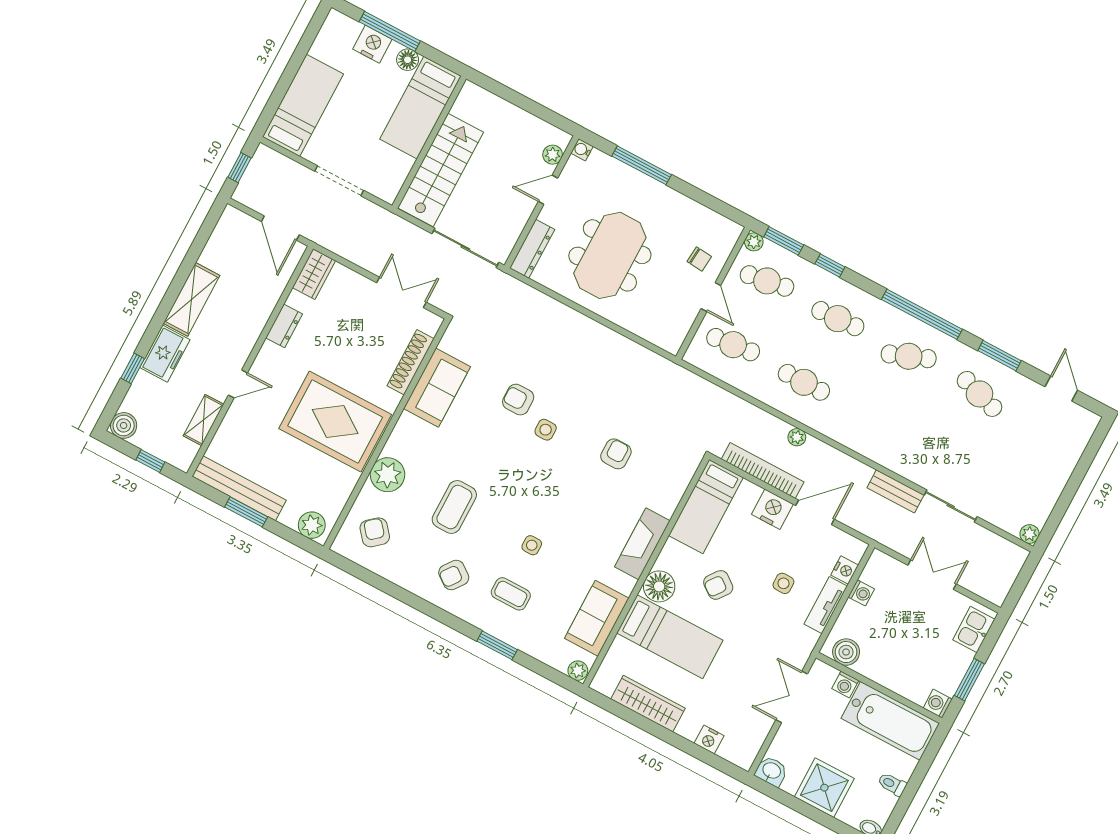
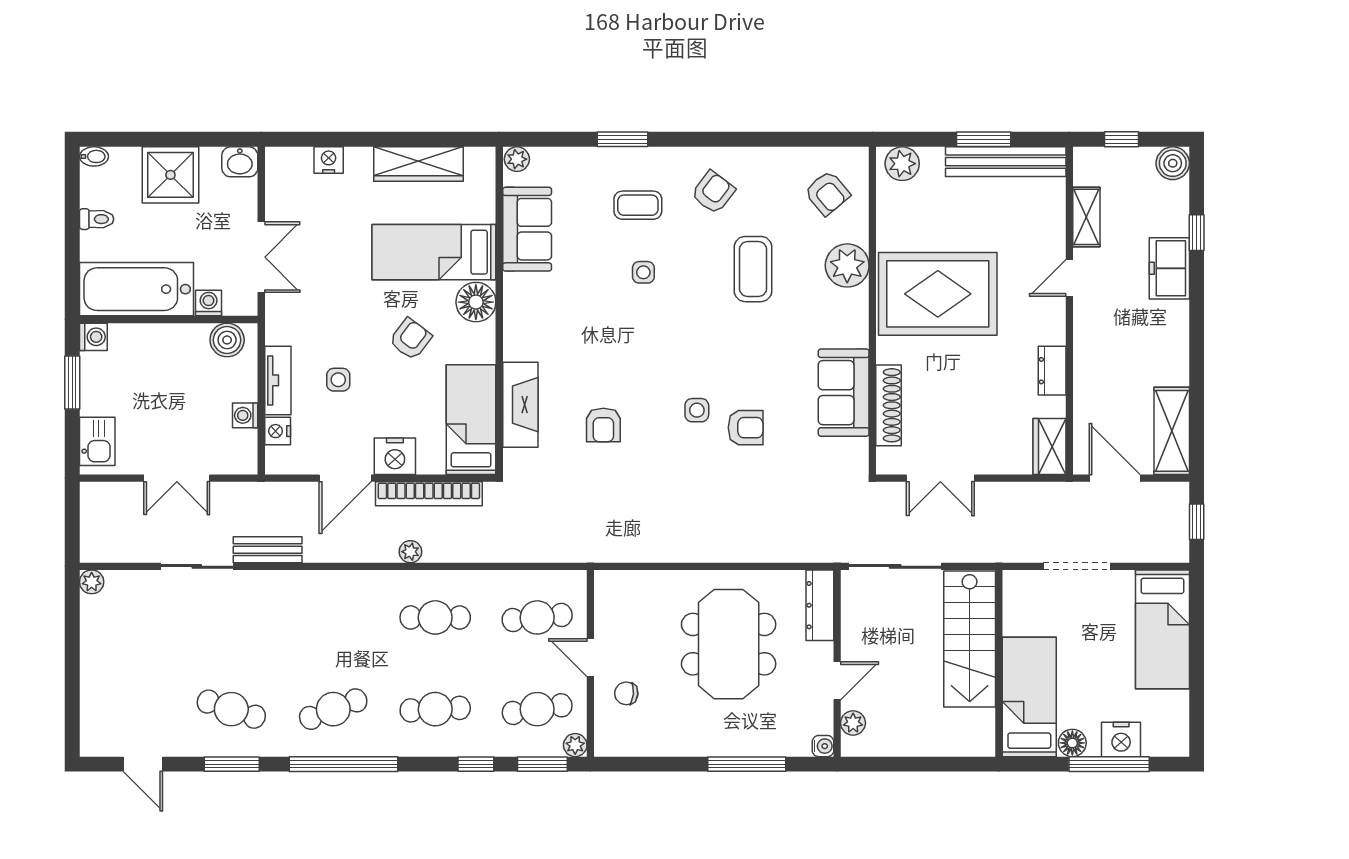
shelving: (192, 299) -> (1172, 431), moved
fireplace: (642, 544) -> (520, 405), moved

